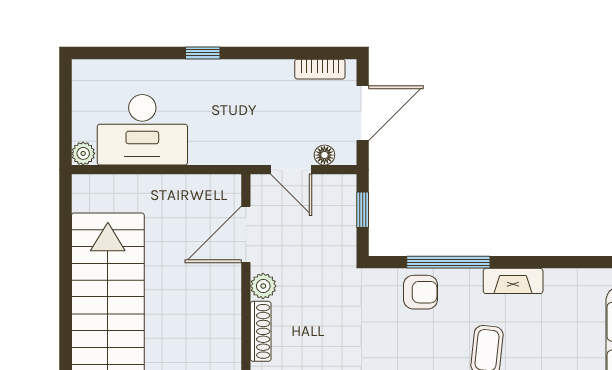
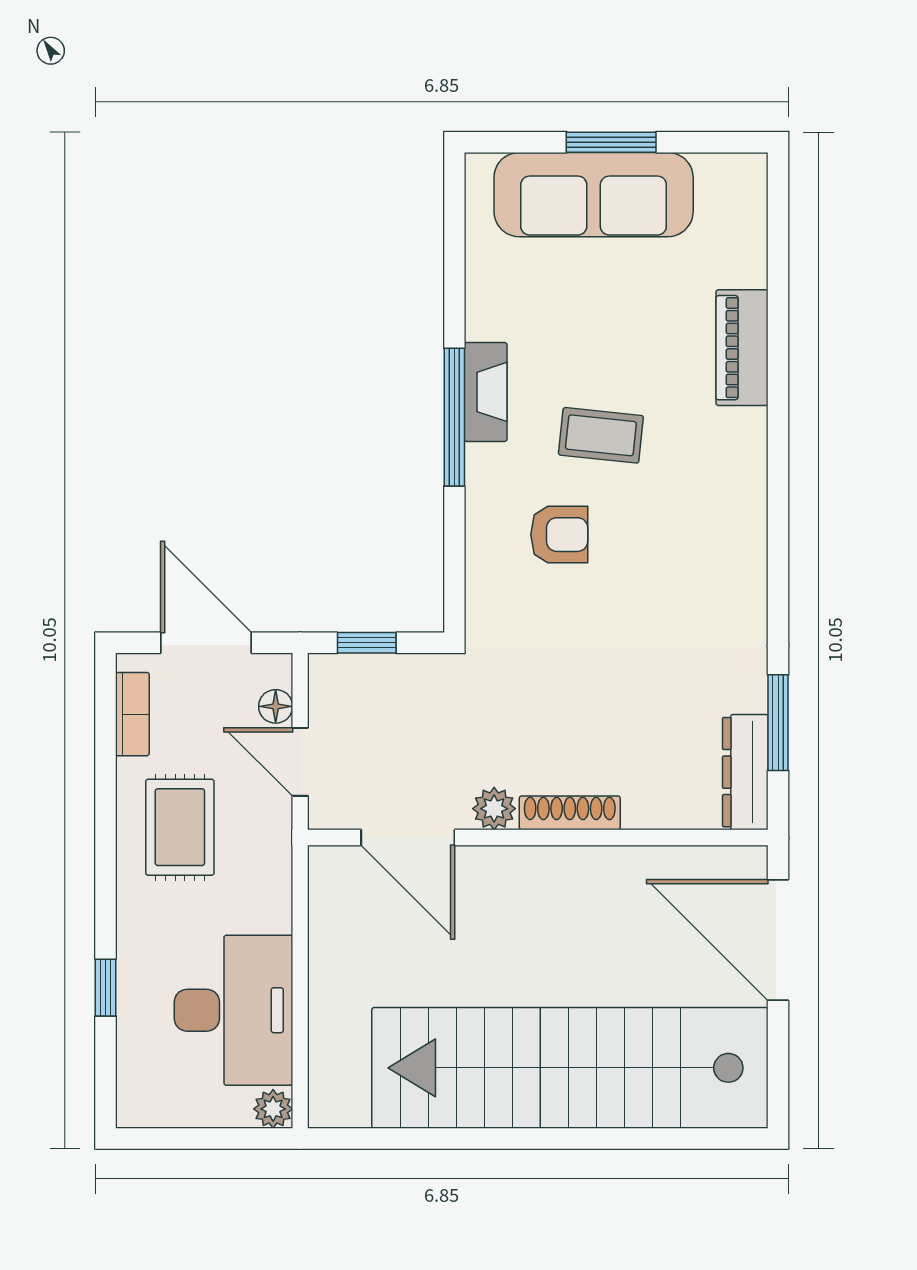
window: (203, 53) -> (105, 988), moved
rug: (252, 98) -> (180, 827), added
door: (291, 170) -> (300, 762), swing flipped
window: (448, 262) -> (454, 417), moved
armchair: (421, 292) -> (559, 535), moved, turned 90

